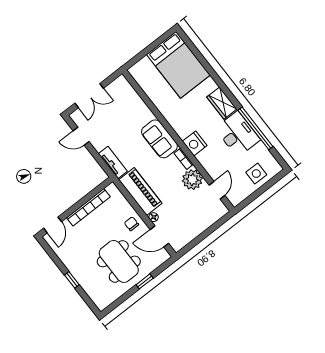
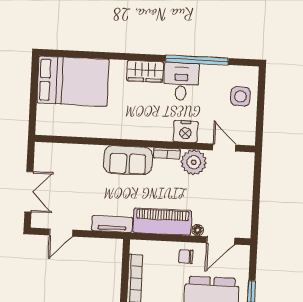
desk: (238, 134) -> (181, 81), width x0.73
nightstand: (195, 143) -> (185, 131), moved

